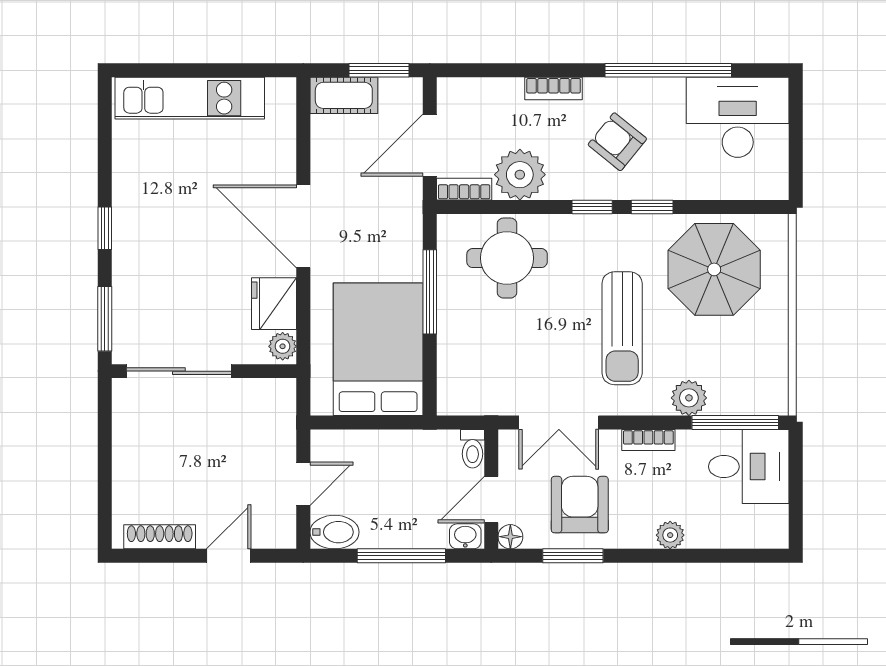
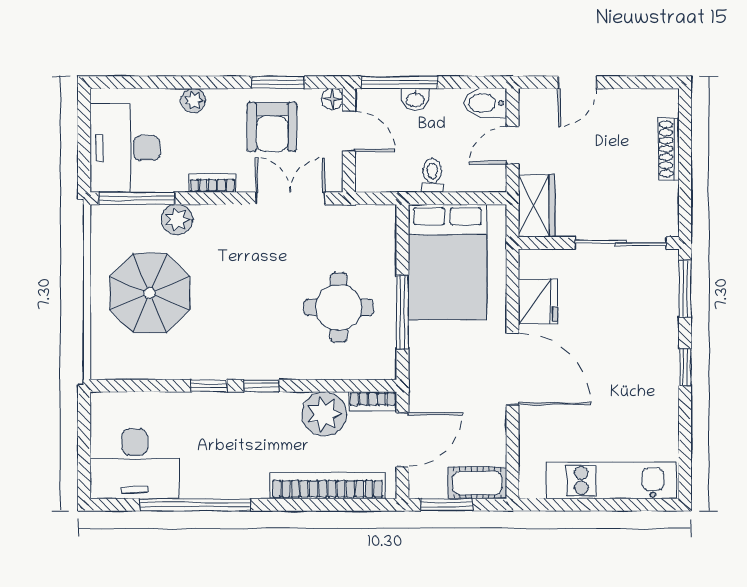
bookcase: (554, 88) -> (328, 486), width x2.31, depth x1.31
armchair: (617, 142) -> (239, 442), removed
round table: (507, 258) -> (339, 307), moved
parasol: (714, 269) -> (150, 293), moved
sun lounger: (622, 328) -> (235, 280), removed
plant: (283, 346) -> (530, 265), removed
wardrobe: (276, 414) -> (537, 206), added
toilet: (473, 449) -> (432, 175), moved
desk: (749, 467) -> (125, 148), width x1.37
door: (491, 500) -> (349, 131), hinge flipped
washbasin: (465, 536) -> (415, 99), moved
shoe rack: (160, 537) -> (669, 149), moved, turned 90
window: (401, 556) -> (400, 82), moved

